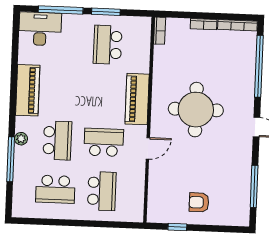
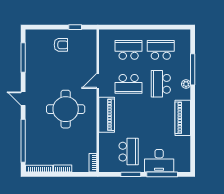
desk: (40, 29) -> (159, 161), moved
school desk: (102, 191) -> (129, 50), turned 90

